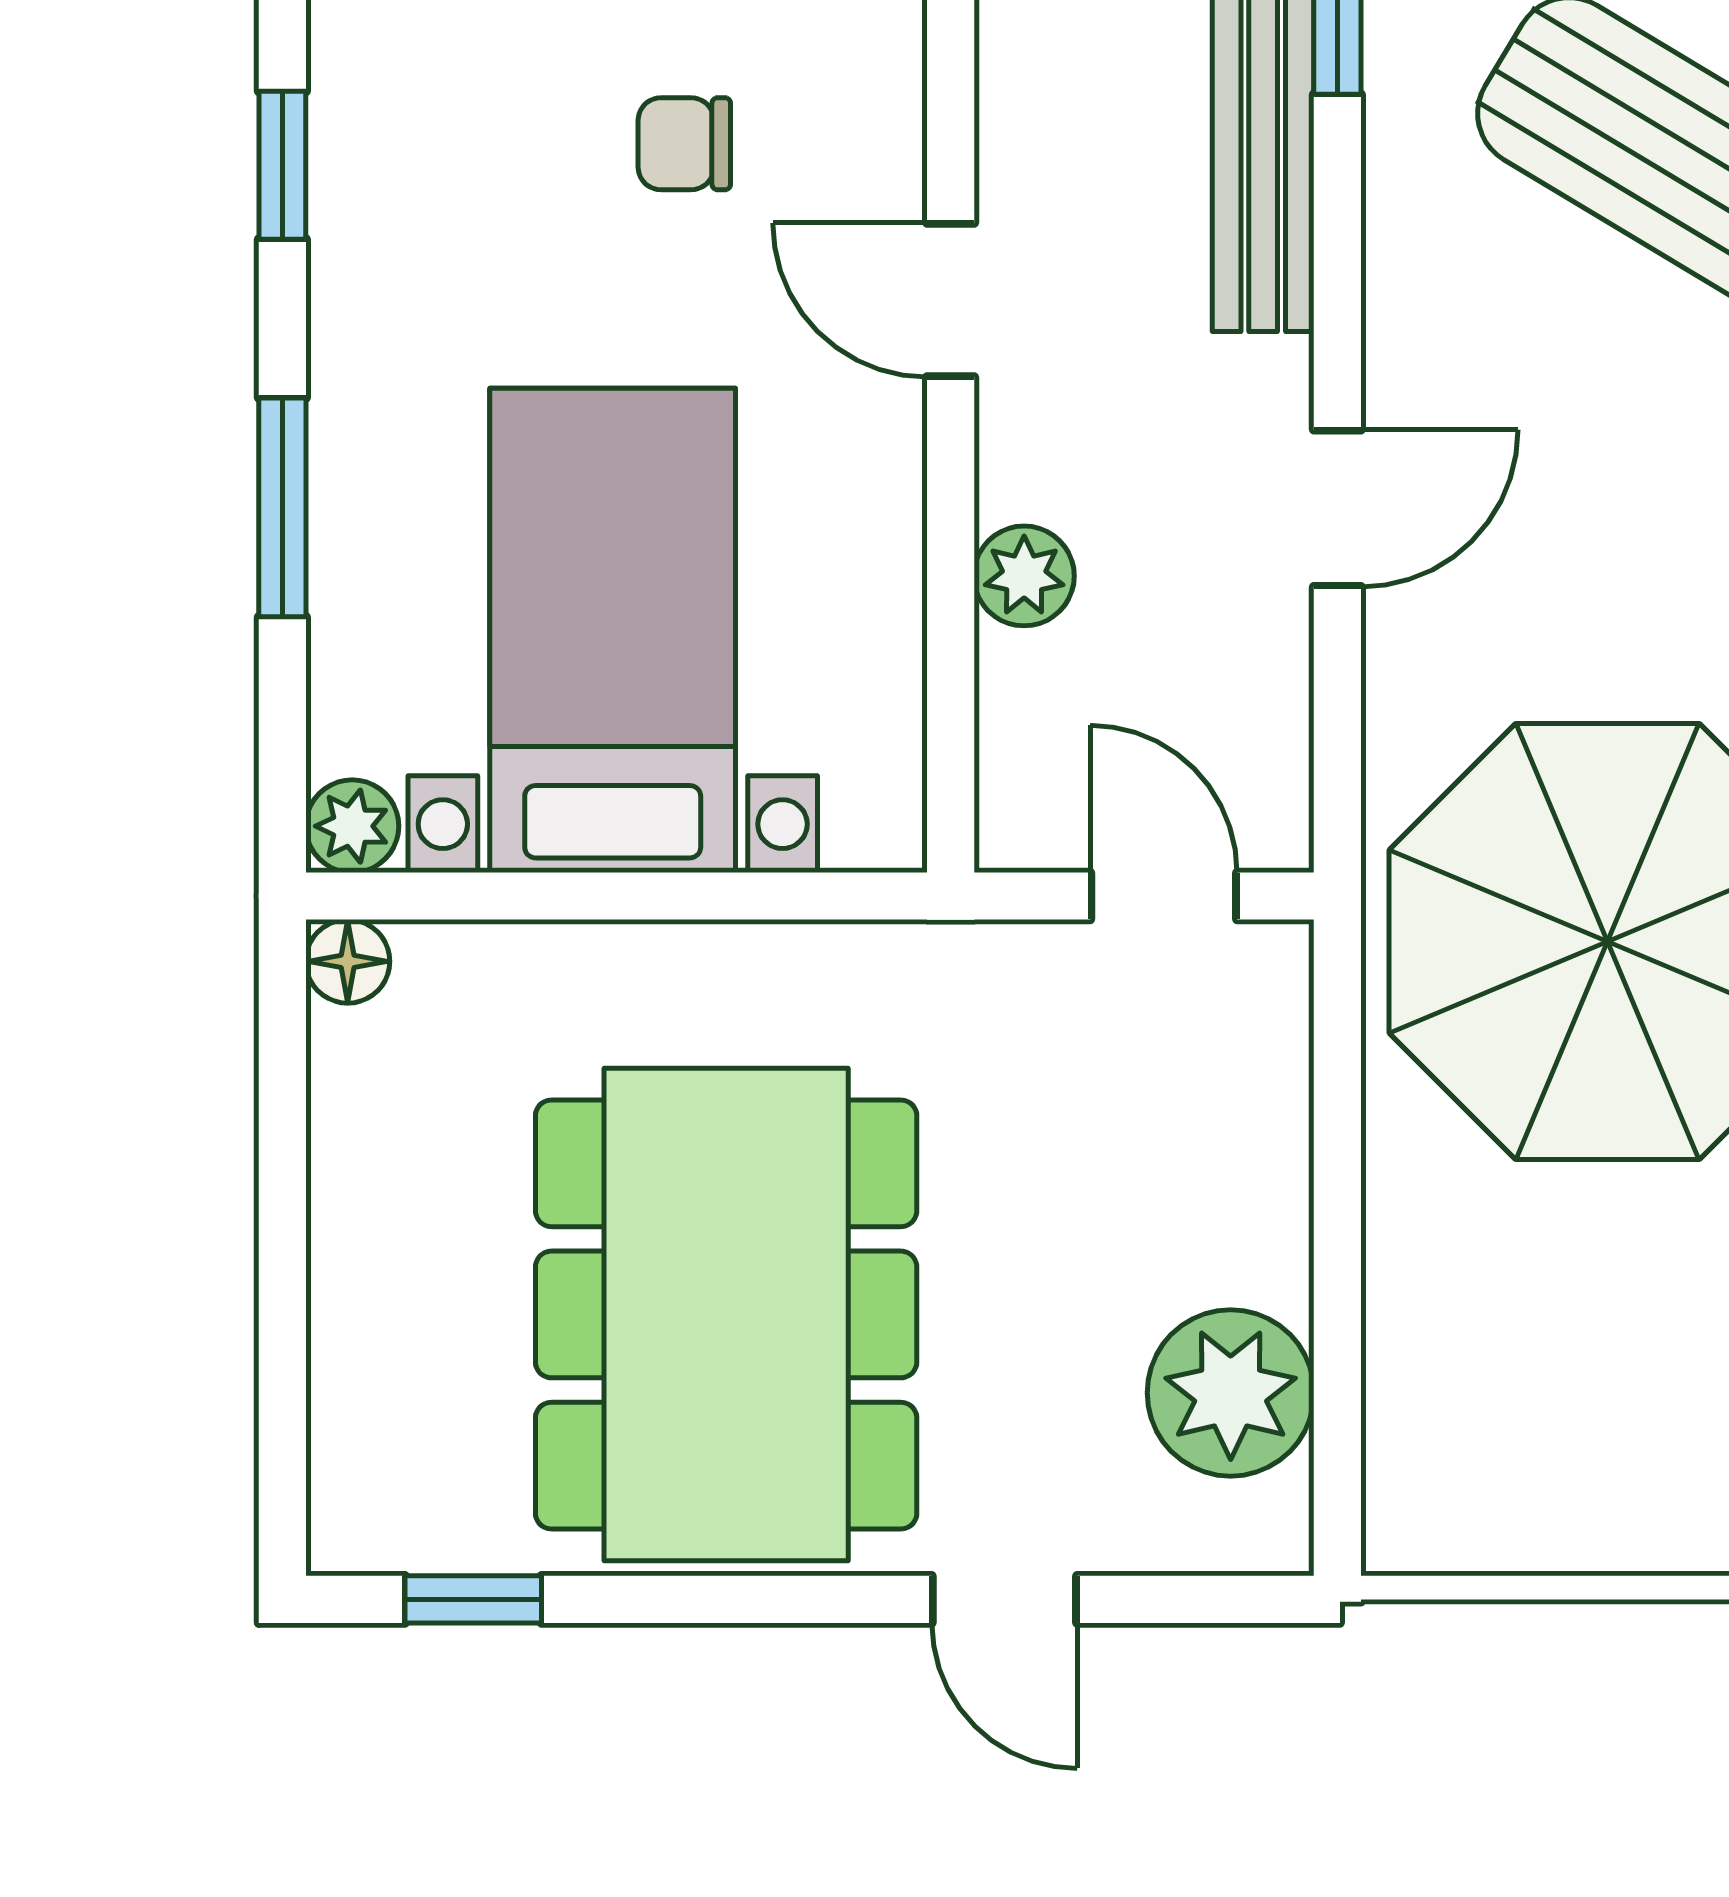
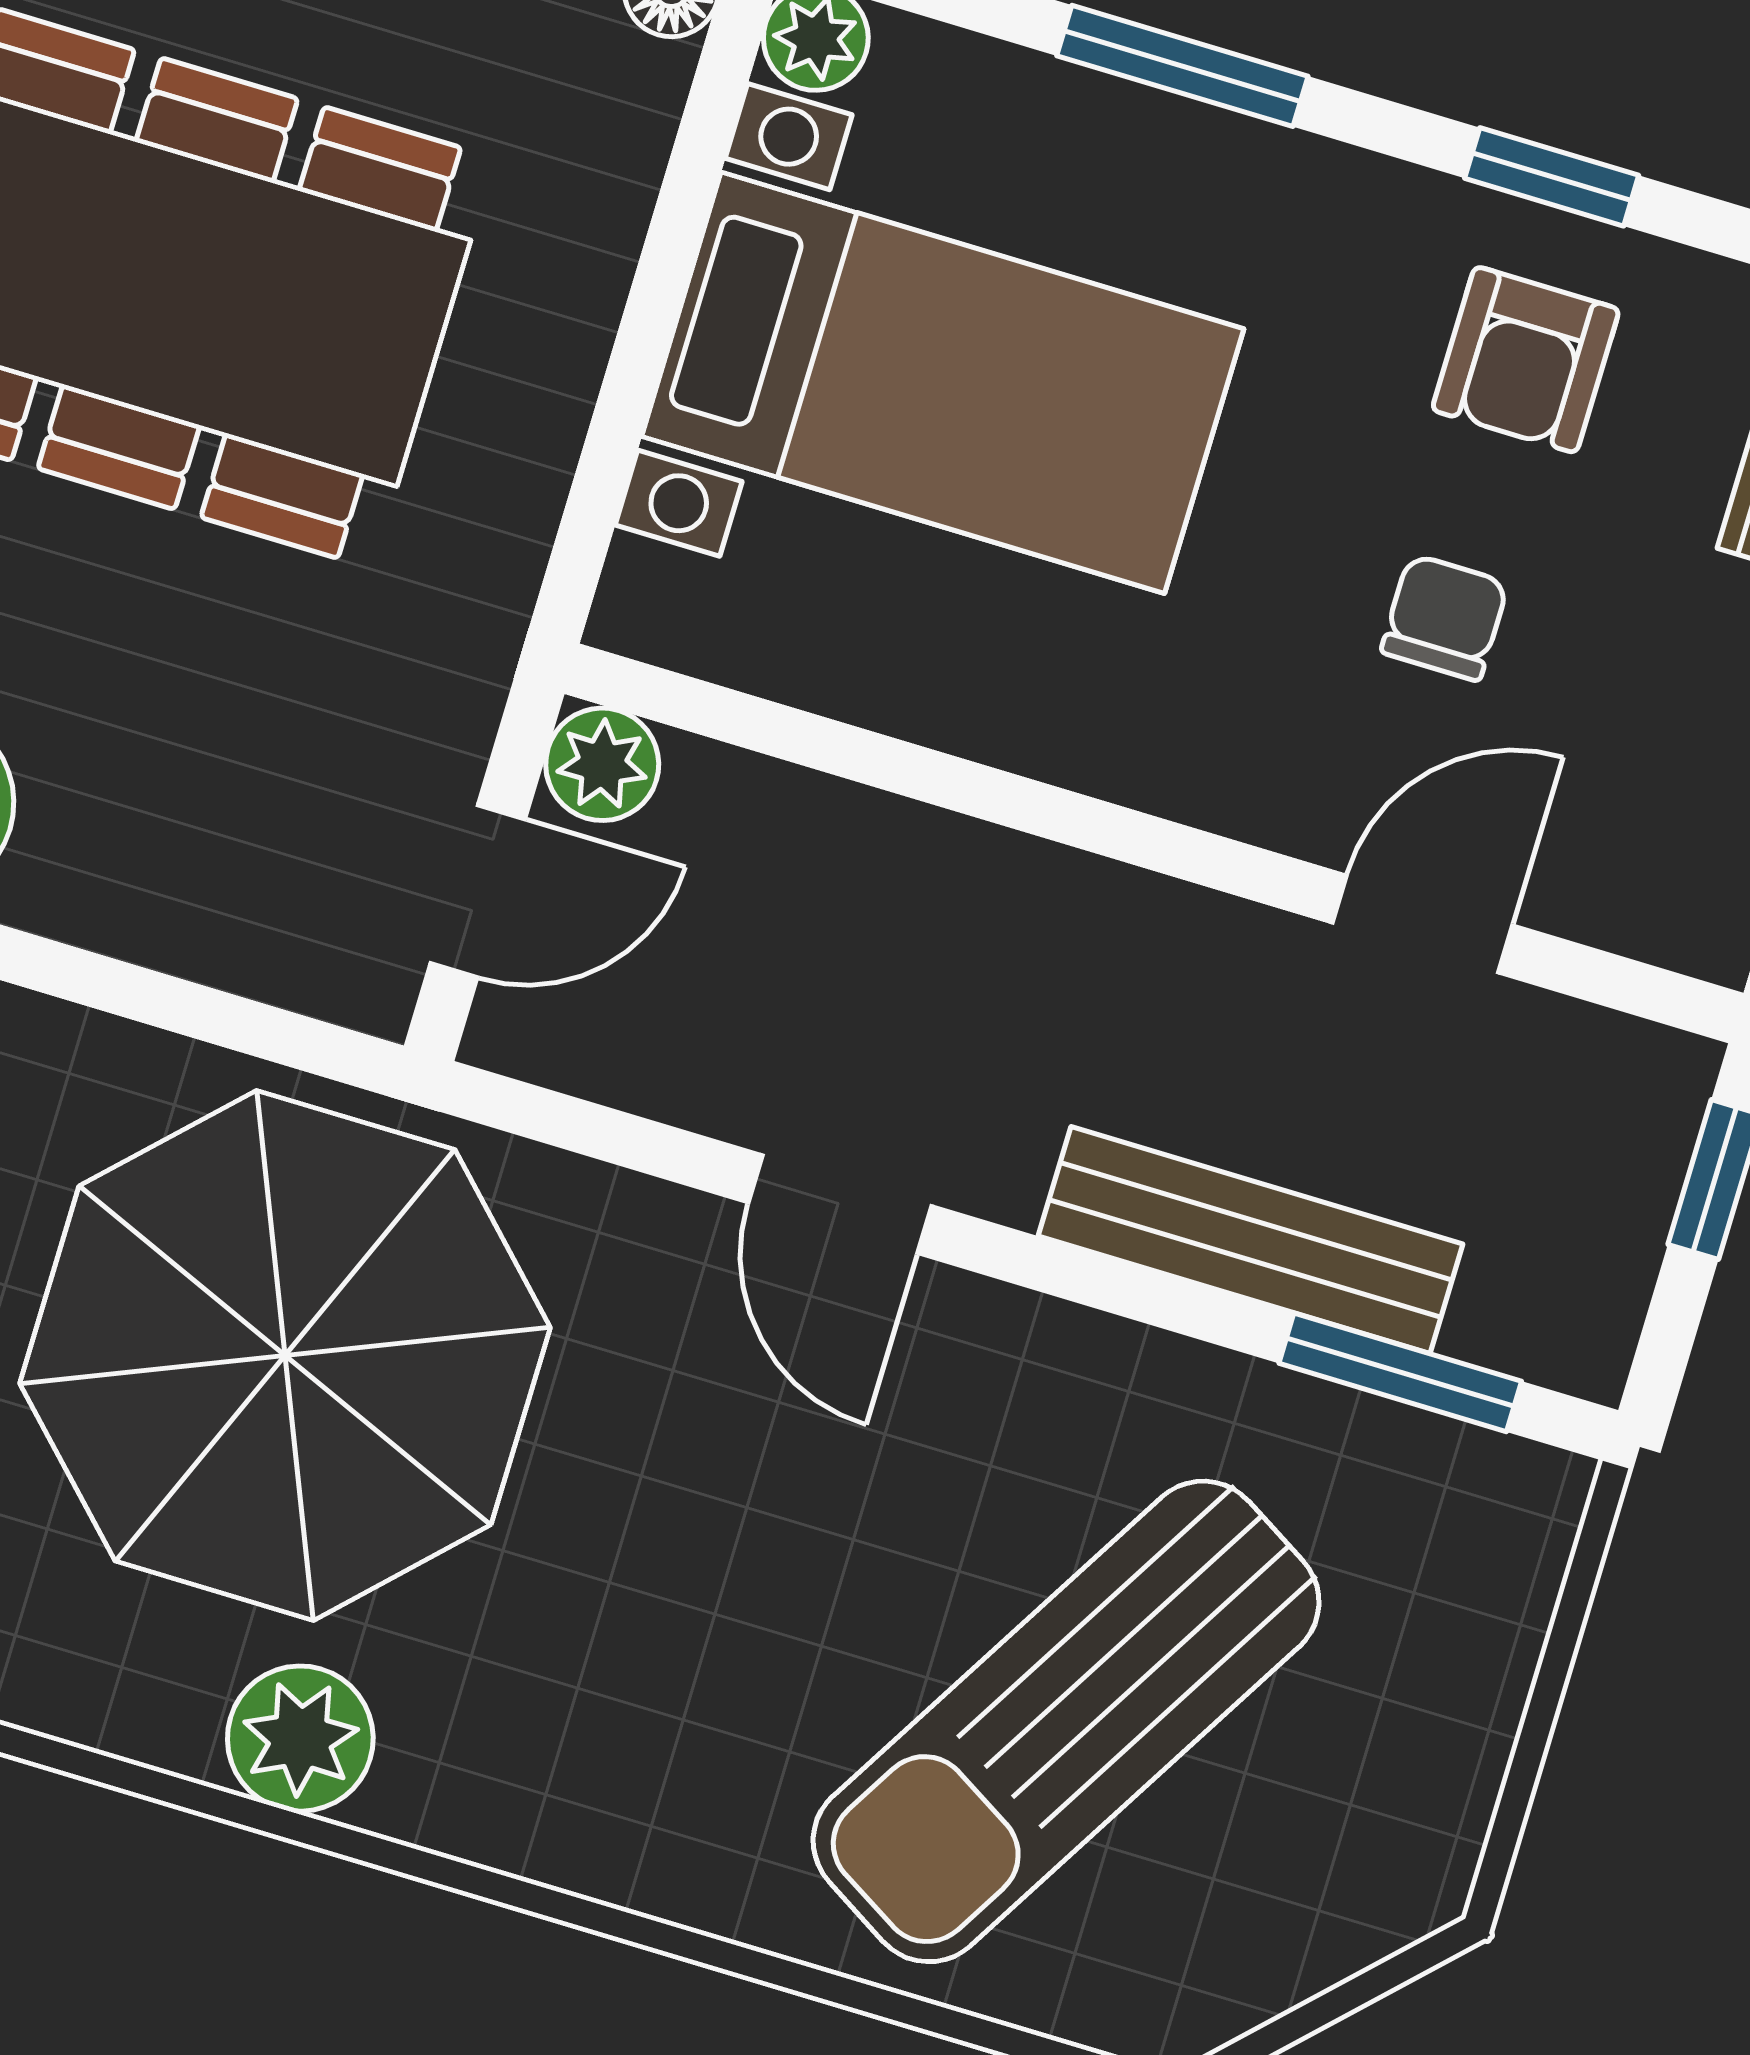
armchair: (444, 141) -> (1526, 360), added
door: (951, 300) -> (1423, 924), moved
plant: (1024, 576) -> (602, 764), moved

